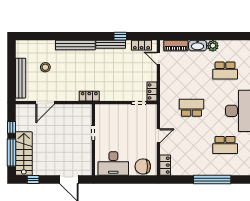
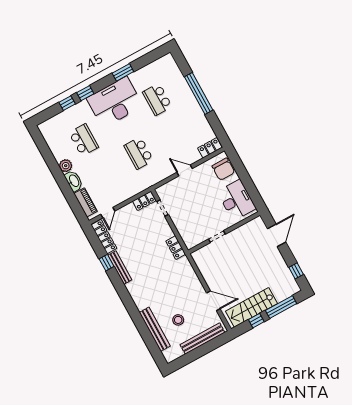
bench: (75, 45) -> (155, 329), moved
locker: (142, 45) -> (104, 237), width x1.53
locker: (89, 96) -> (176, 248), moved
school desk: (225, 145) -> (157, 99), turned 180
stairs: (24, 154) -> (251, 307), moved

